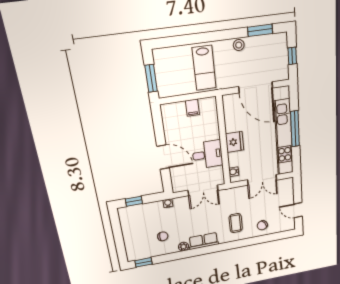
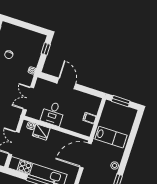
lab bench: (204, 68) -> (111, 137), turned 180
door: (256, 87) -> (86, 155), moved
fridge: (235, 142) -> (41, 132), moved
door: (163, 157) -> (66, 83), swing flipped

